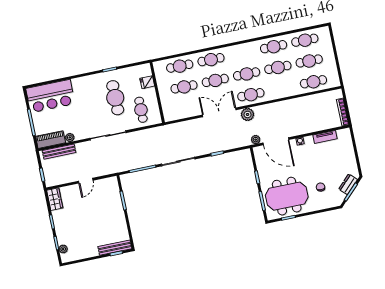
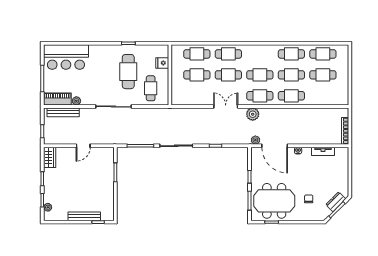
cafe table: (313, 82) -> (291, 96), moved
double door: (219, 112) -> (226, 107), width x0.73
bench: (115, 248) -> (84, 216), moved

